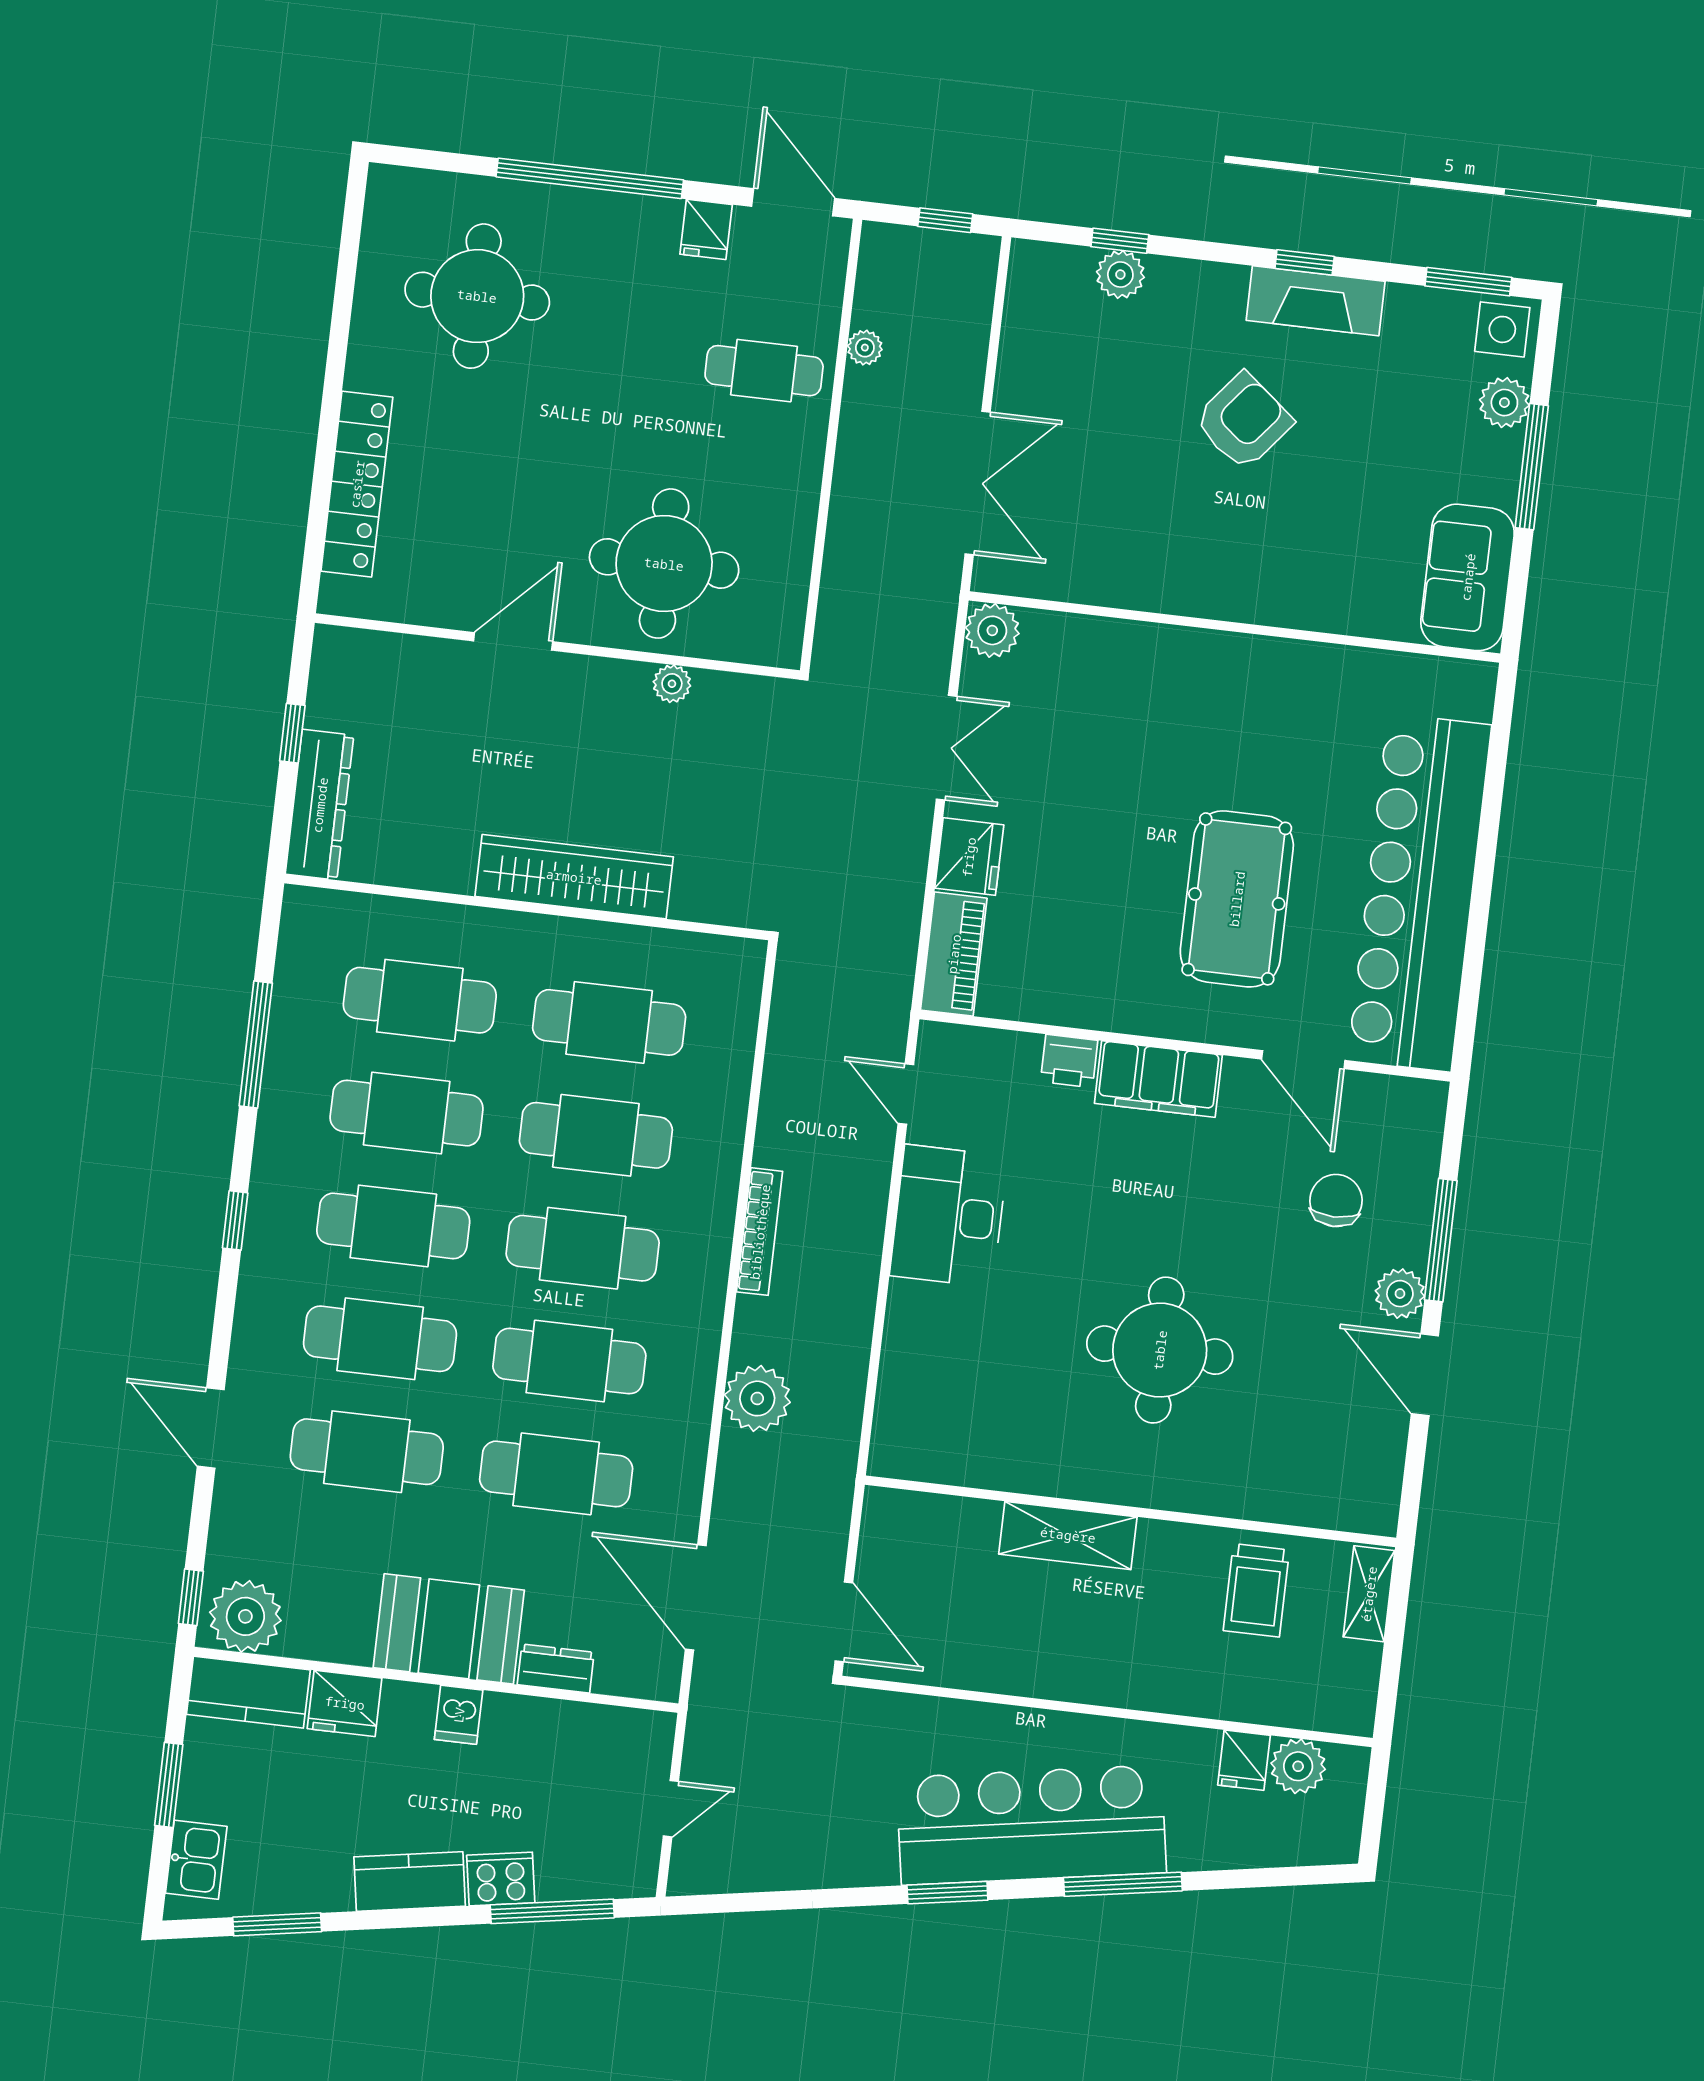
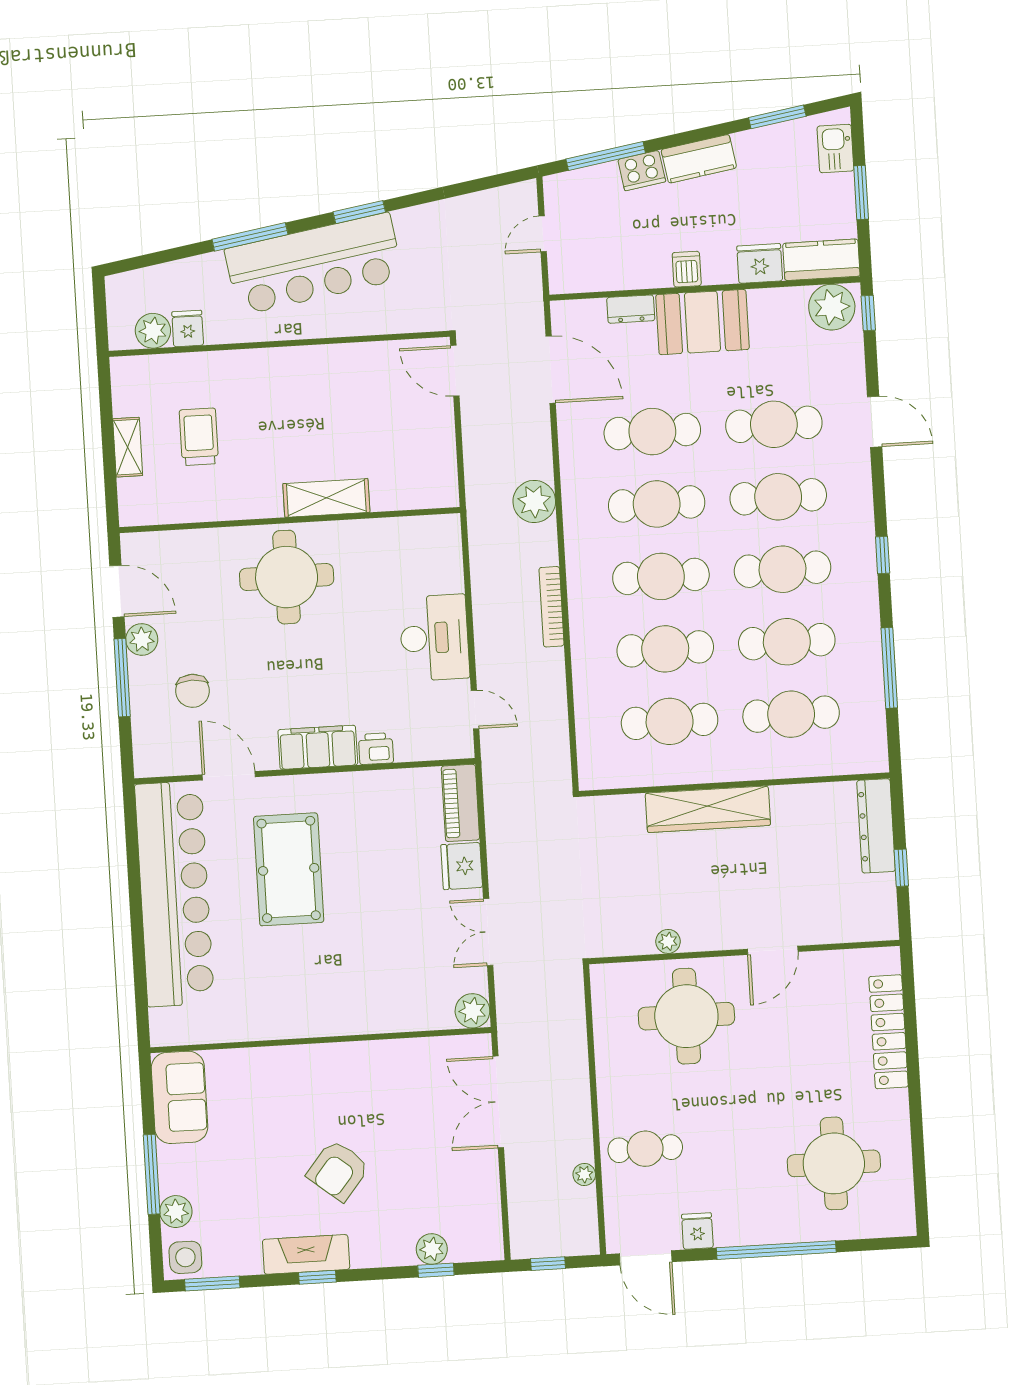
wall: (1131, 1511) -> (290, 520), moved
shelving: (1068, 1535) -> (326, 498), moved

